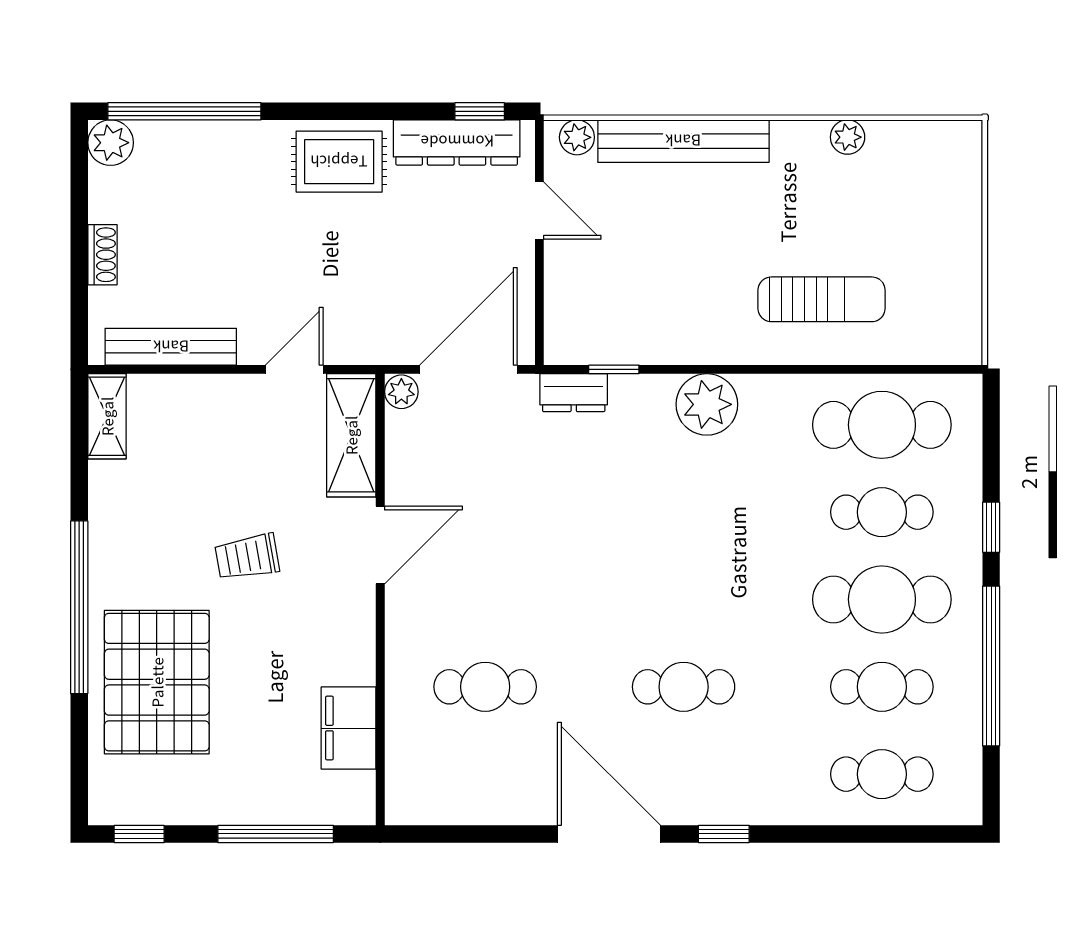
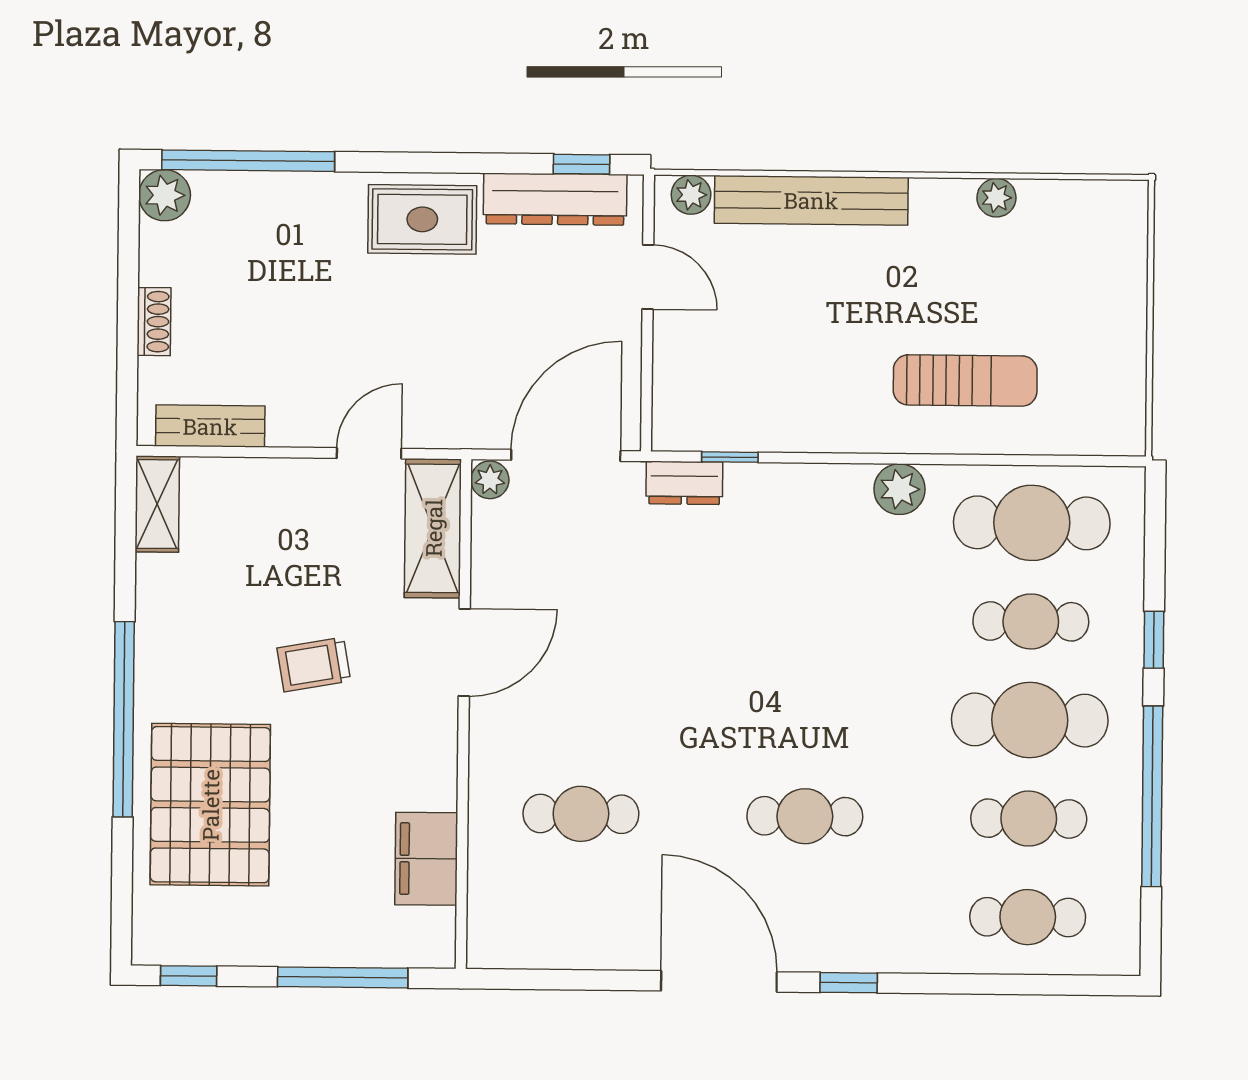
bench: (171, 347) -> (210, 426), width x0.73
plant: (707, 404) -> (900, 489), moved, width x0.73, depth x0.73

